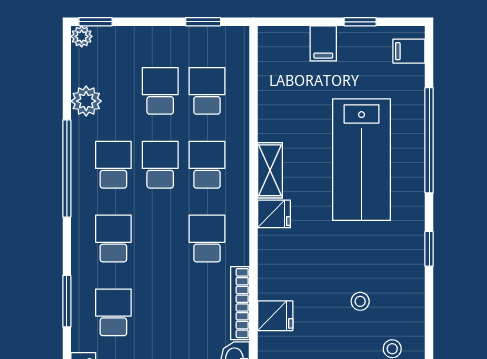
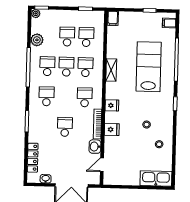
filing cabinet: (323, 43) -> (113, 18), moved
lab bench: (362, 160) -> (149, 67), turned 180
fridge: (274, 214) -> (112, 105), moved
school desk: (113, 312) -> (65, 127), moved

